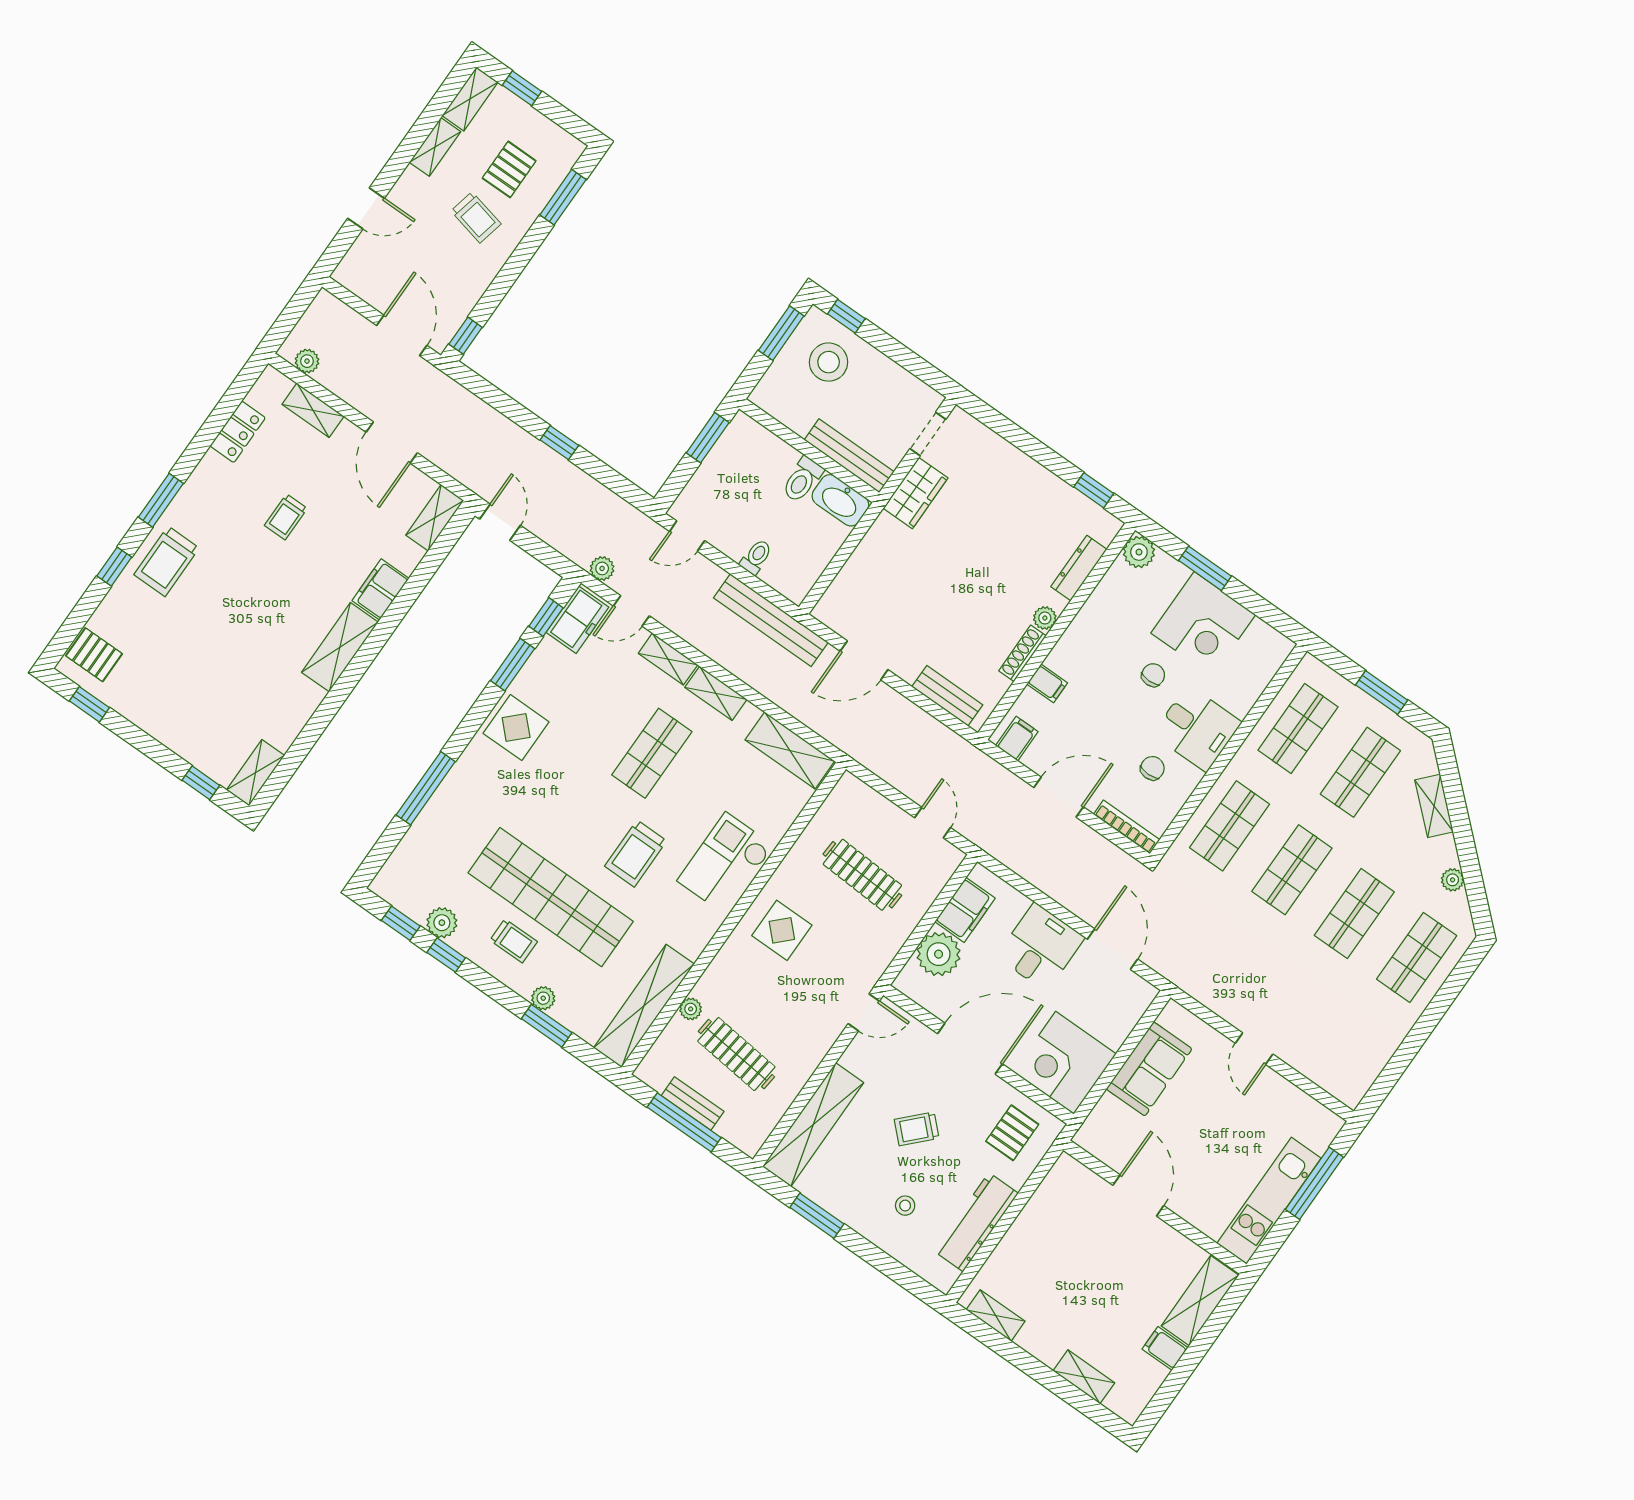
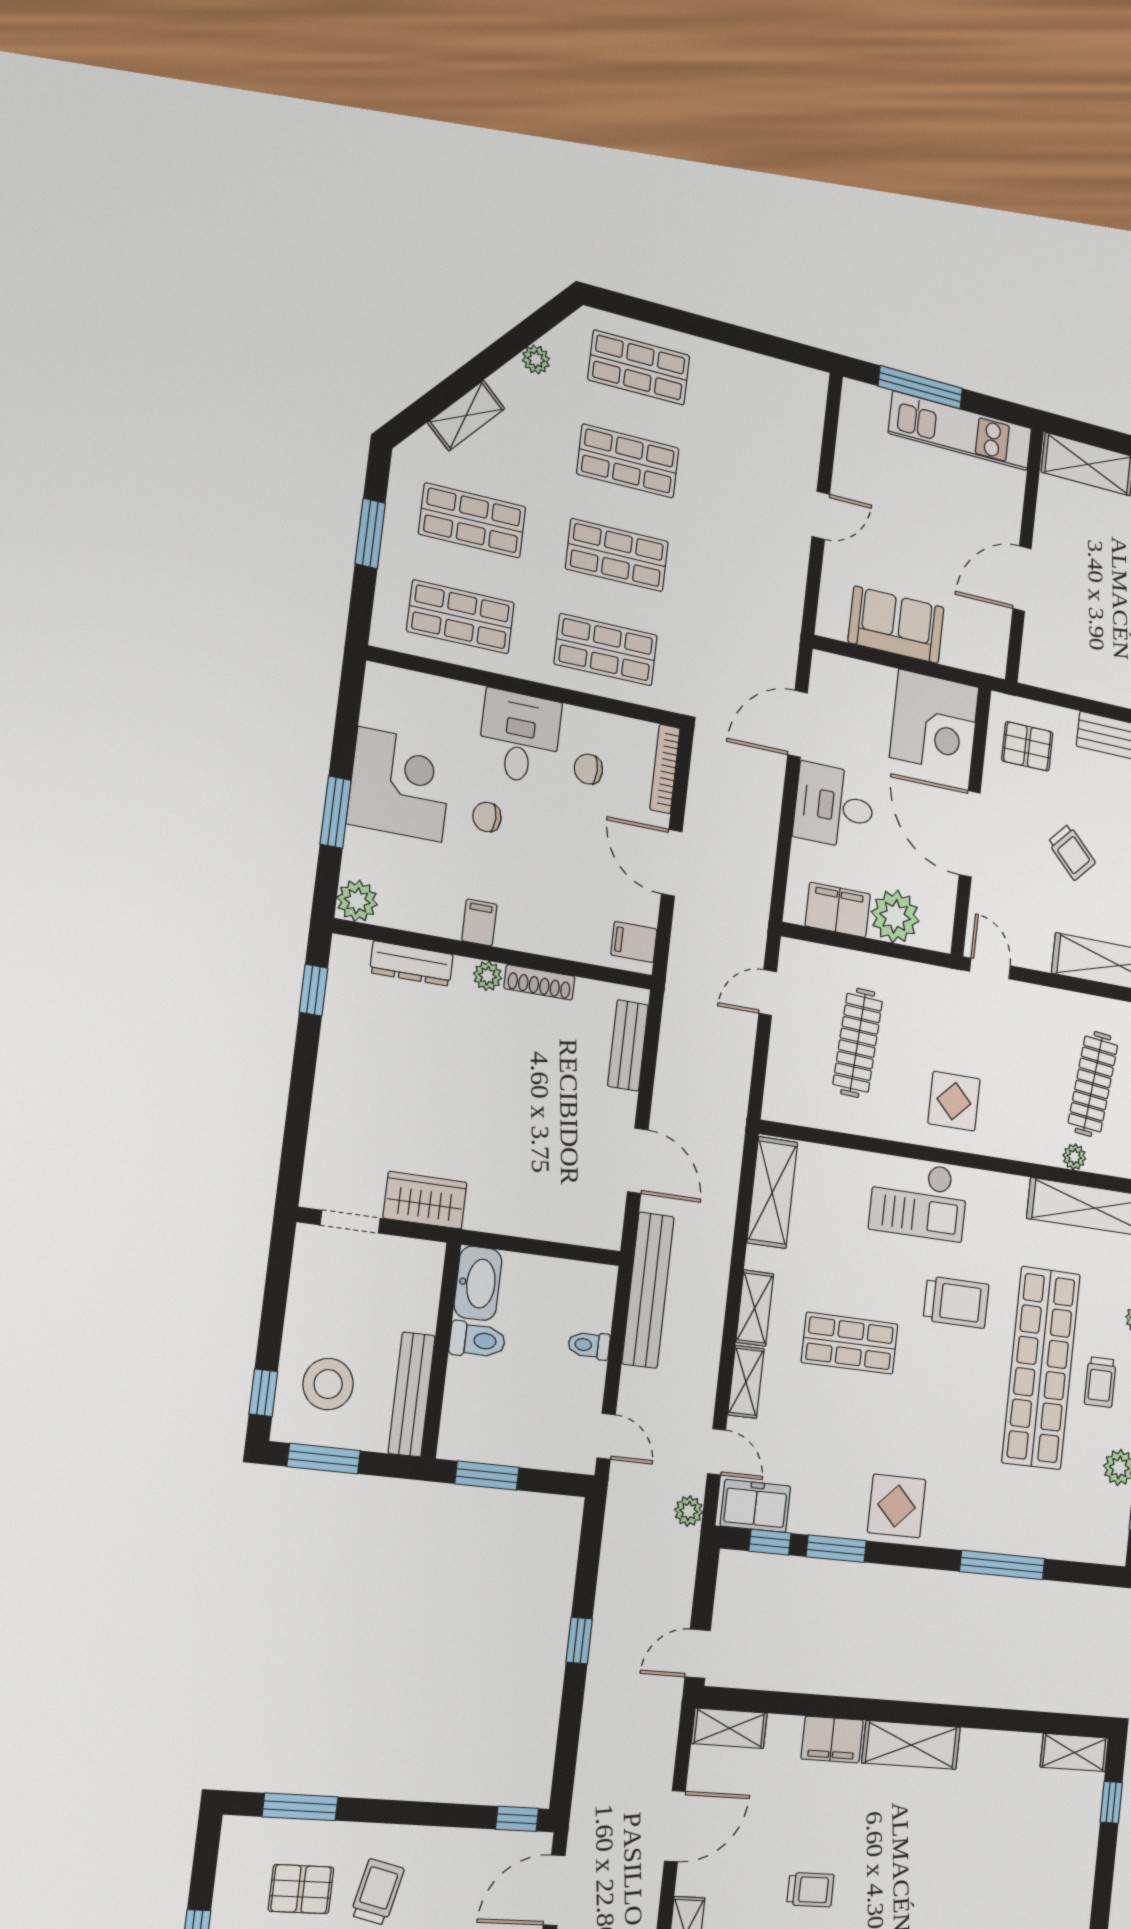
bench: (849, 456) -> (412, 1394), moved
filing cabinet: (1047, 683) -> (479, 923), moved
trolley: (514, 941) -> (1100, 1382), turned 180

